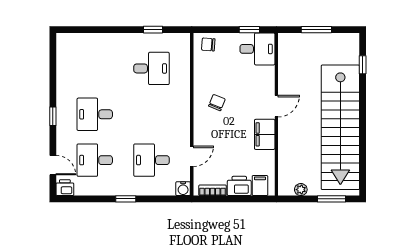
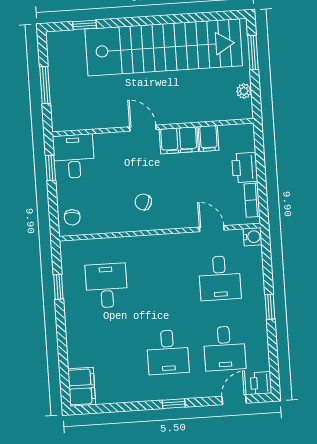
filing cabinet: (71, 43) -> (82, 387), added
filing cabinet: (260, 185) -> (209, 138), moved, turned -90

